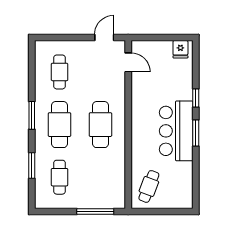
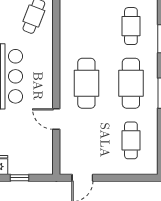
window: (162, 38) -> (19, 178), added
door: (128, 62) -> (56, 119), moved

